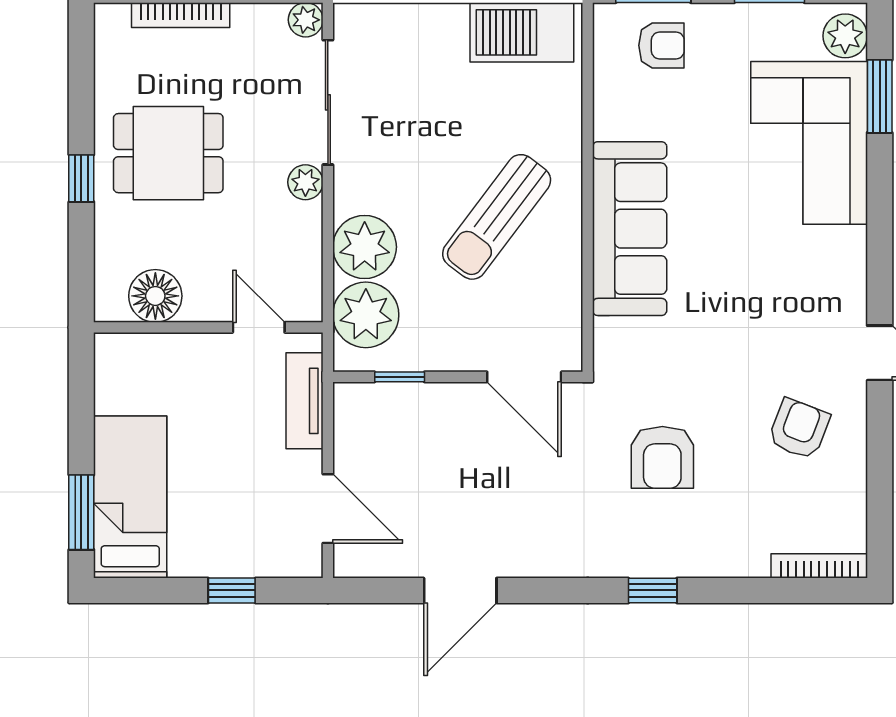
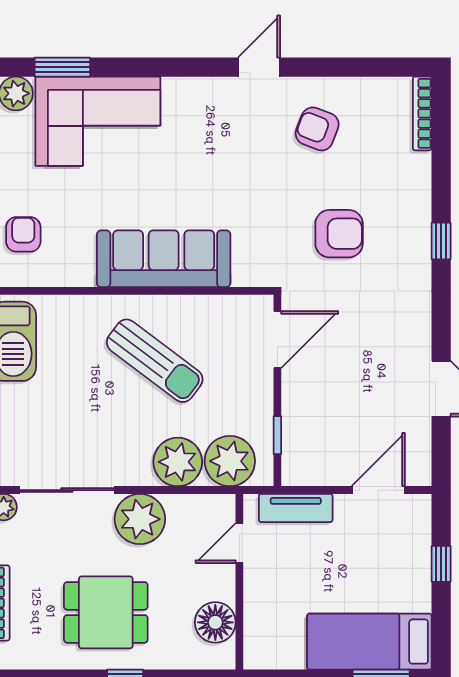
dining table: (168, 153) -> (106, 612), turned 90
plant: (305, 182) -> (140, 519), width x1.87, depth x1.87

